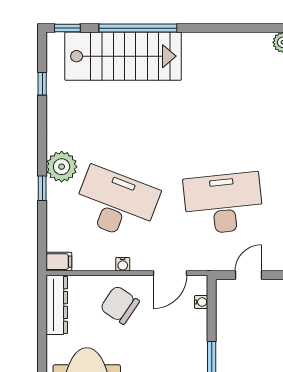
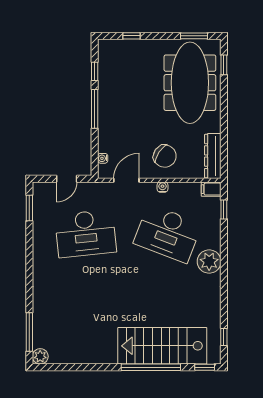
window: (42, 84) -> (224, 337), moved
window: (42, 188) -> (224, 210), moved

